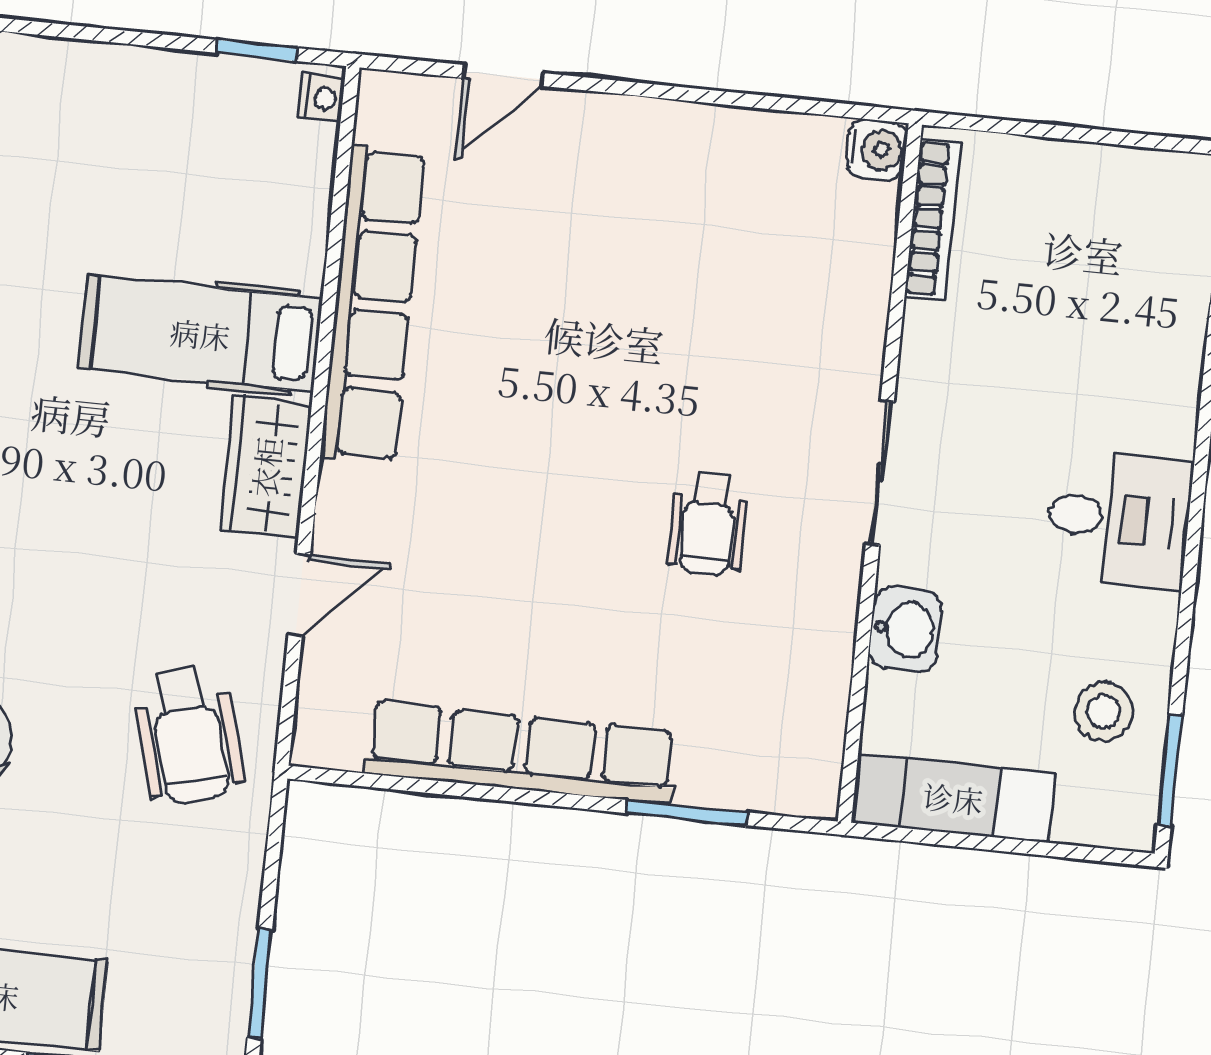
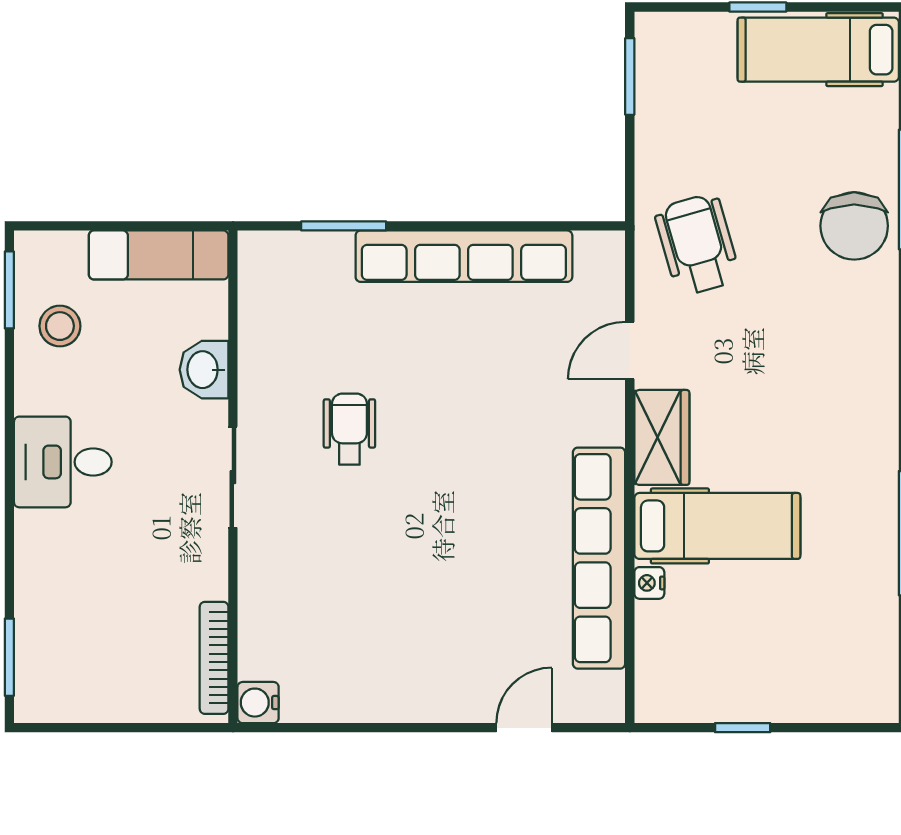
window: (257, 51) -> (743, 728), moved
nightstand: (322, 98) -> (649, 583), moved

